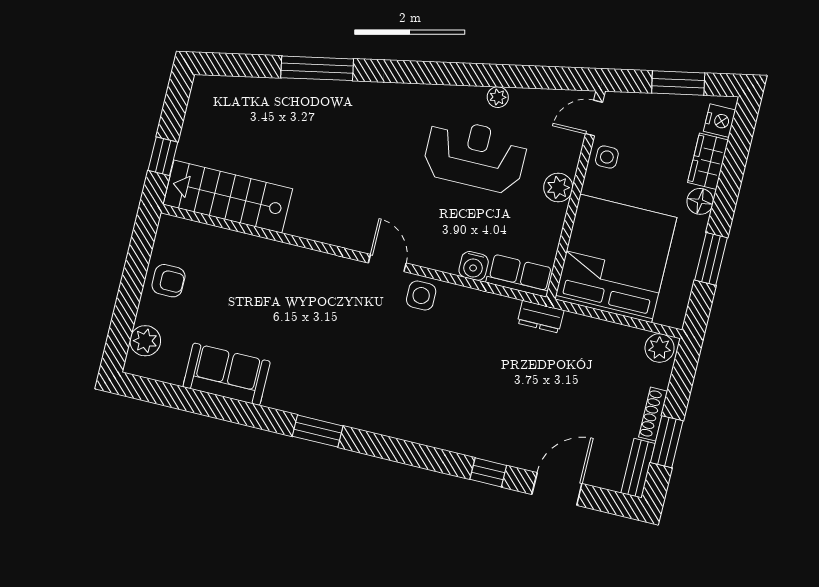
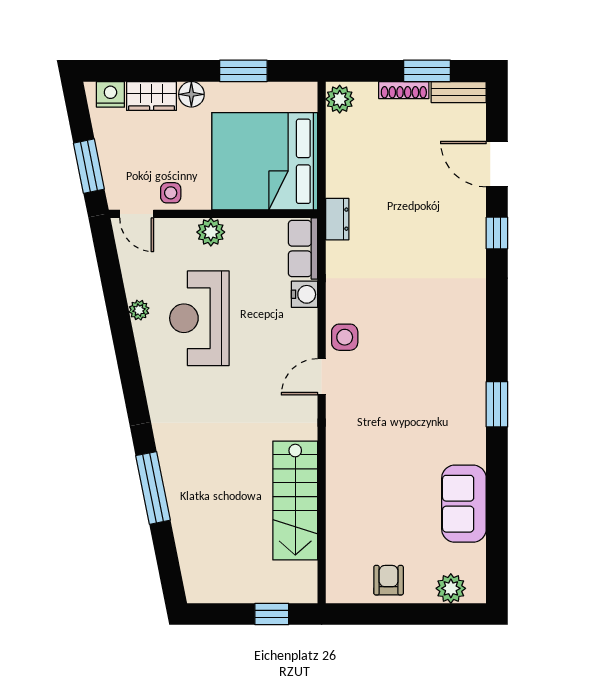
window: (678, 83) -> (89, 166), moved
stairs: (228, 197) -> (295, 500), moved

